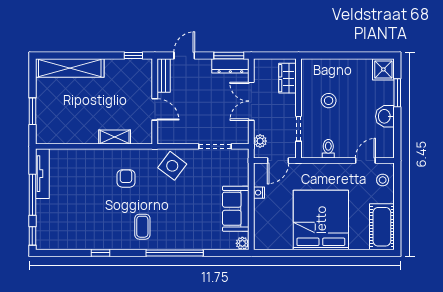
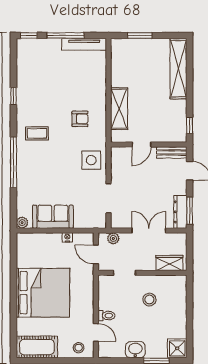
shelving: (115, 137) -> (119, 109), width x1.50, depth x1.33
toilet: (328, 149) -> (106, 316), moved
side table: (172, 166) -> (91, 160), turned -37

